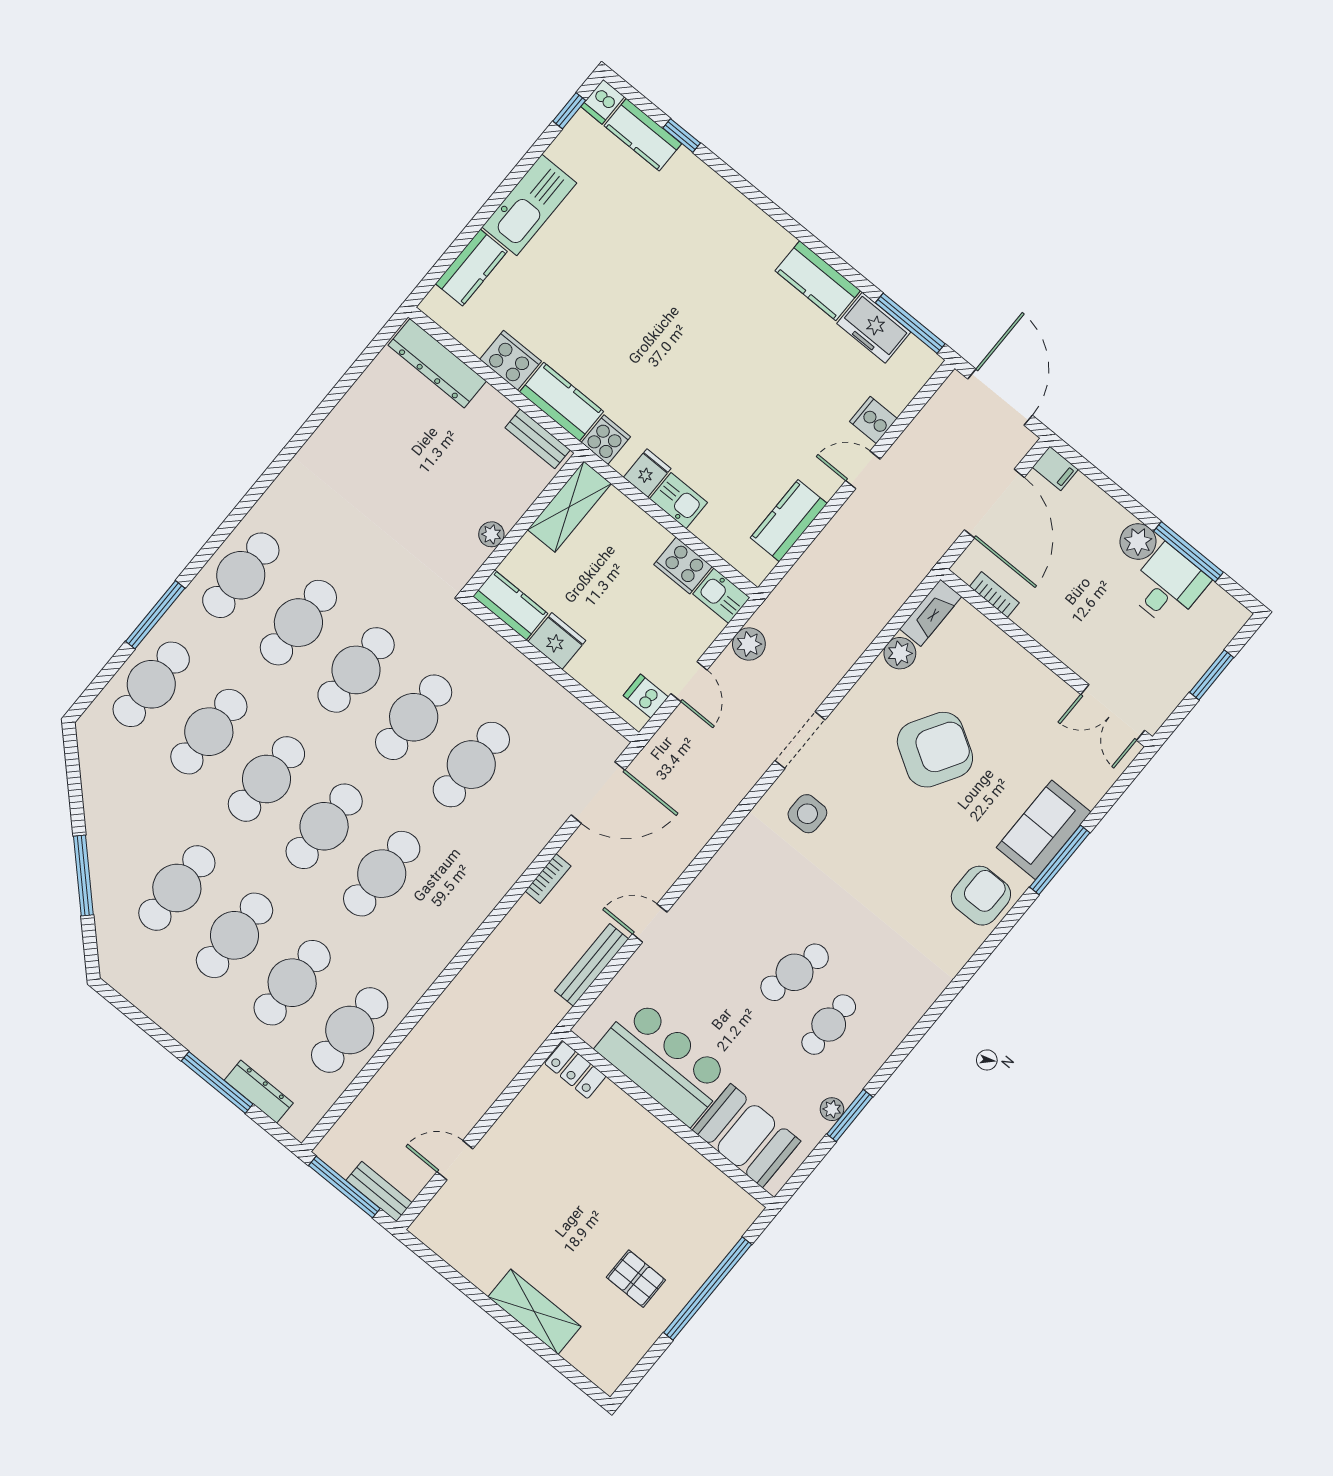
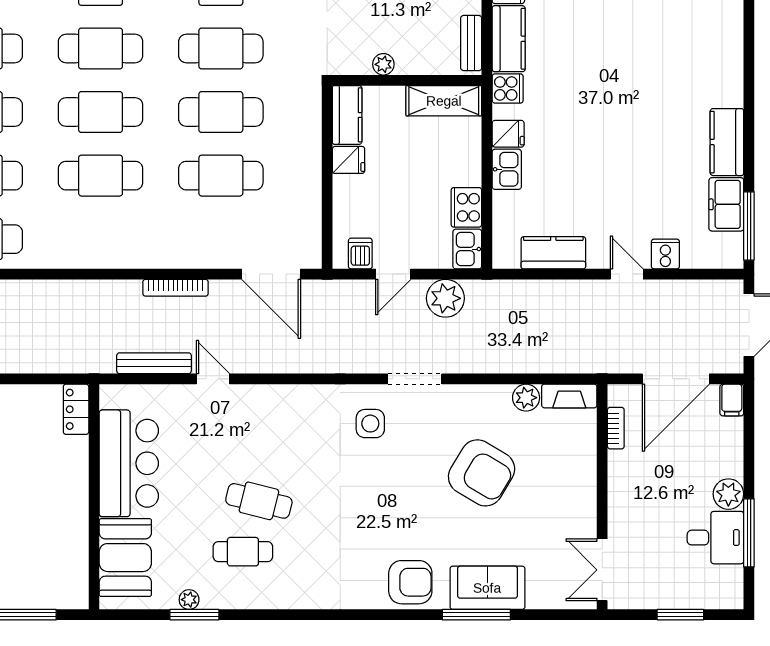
fridge: (557, 641) -> (349, 160), width x0.72
plant: (749, 644) -> (445, 298), width x1.36, depth x1.36
bookcase: (548, 878) -> (176, 288), width x1.56

